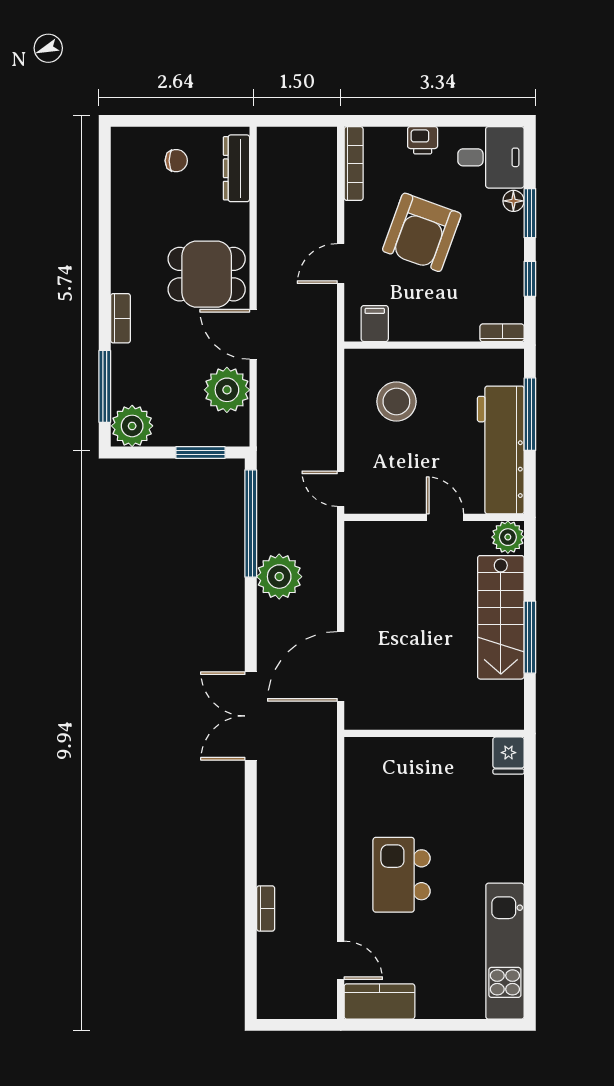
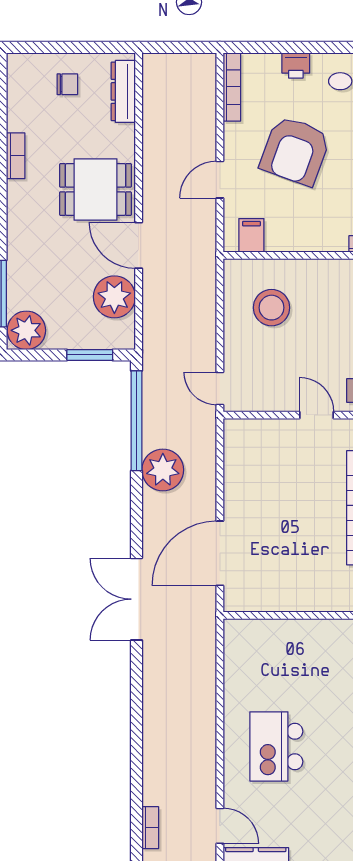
bookcase: (120, 318) -> (16, 156), moved
bookcase: (266, 908) -> (150, 828), moved

